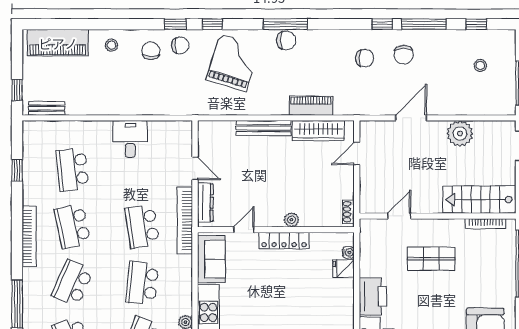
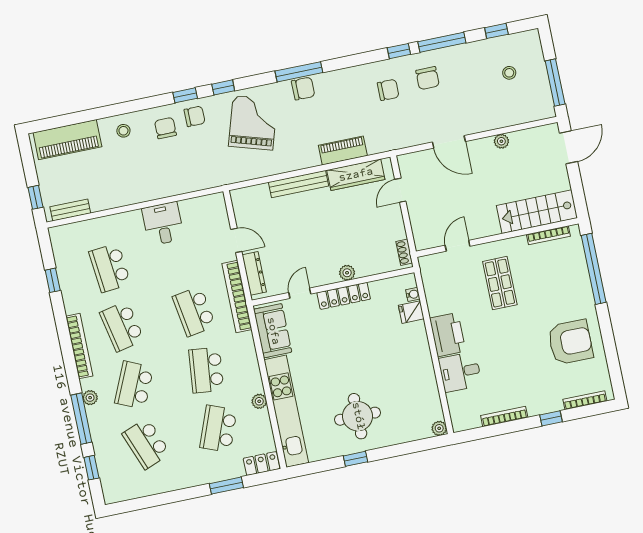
door: (411, 118) -> (449, 142), swing flipped
plant: (460, 134) -> (501, 141), width x0.53, depth x0.53
shop shelf: (431, 259) -> (500, 283), turned 90
plant: (29, 286) -> (90, 398), added

